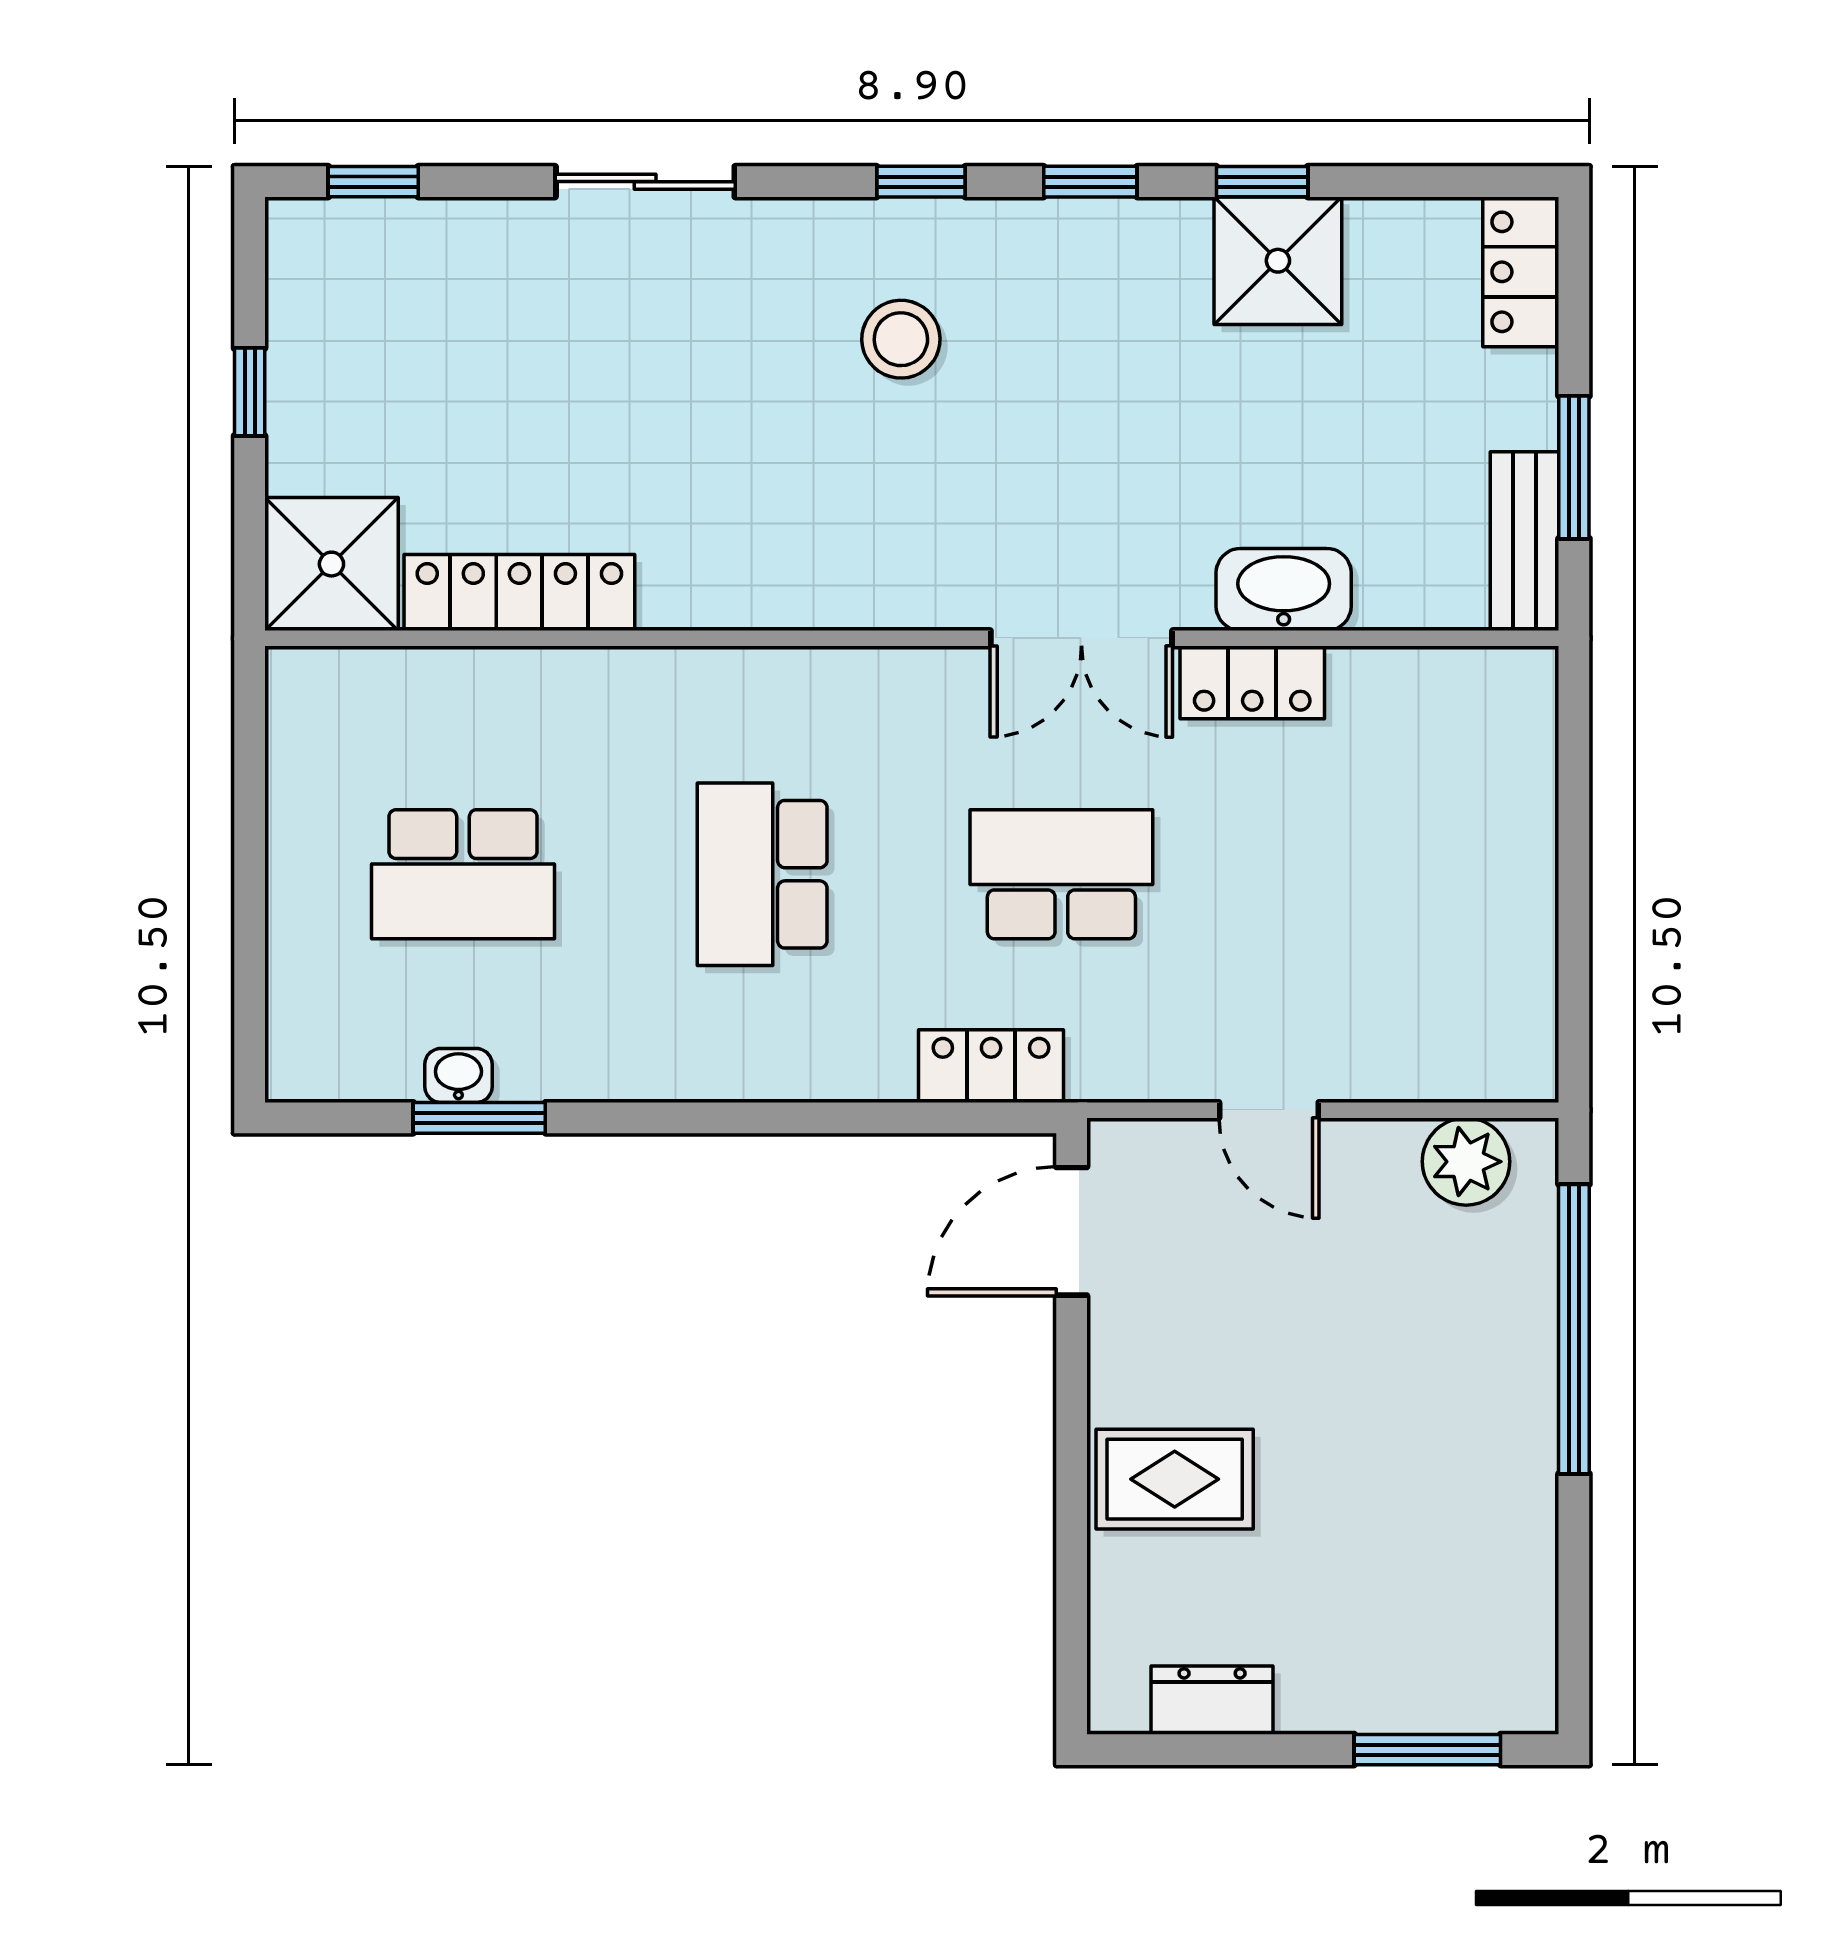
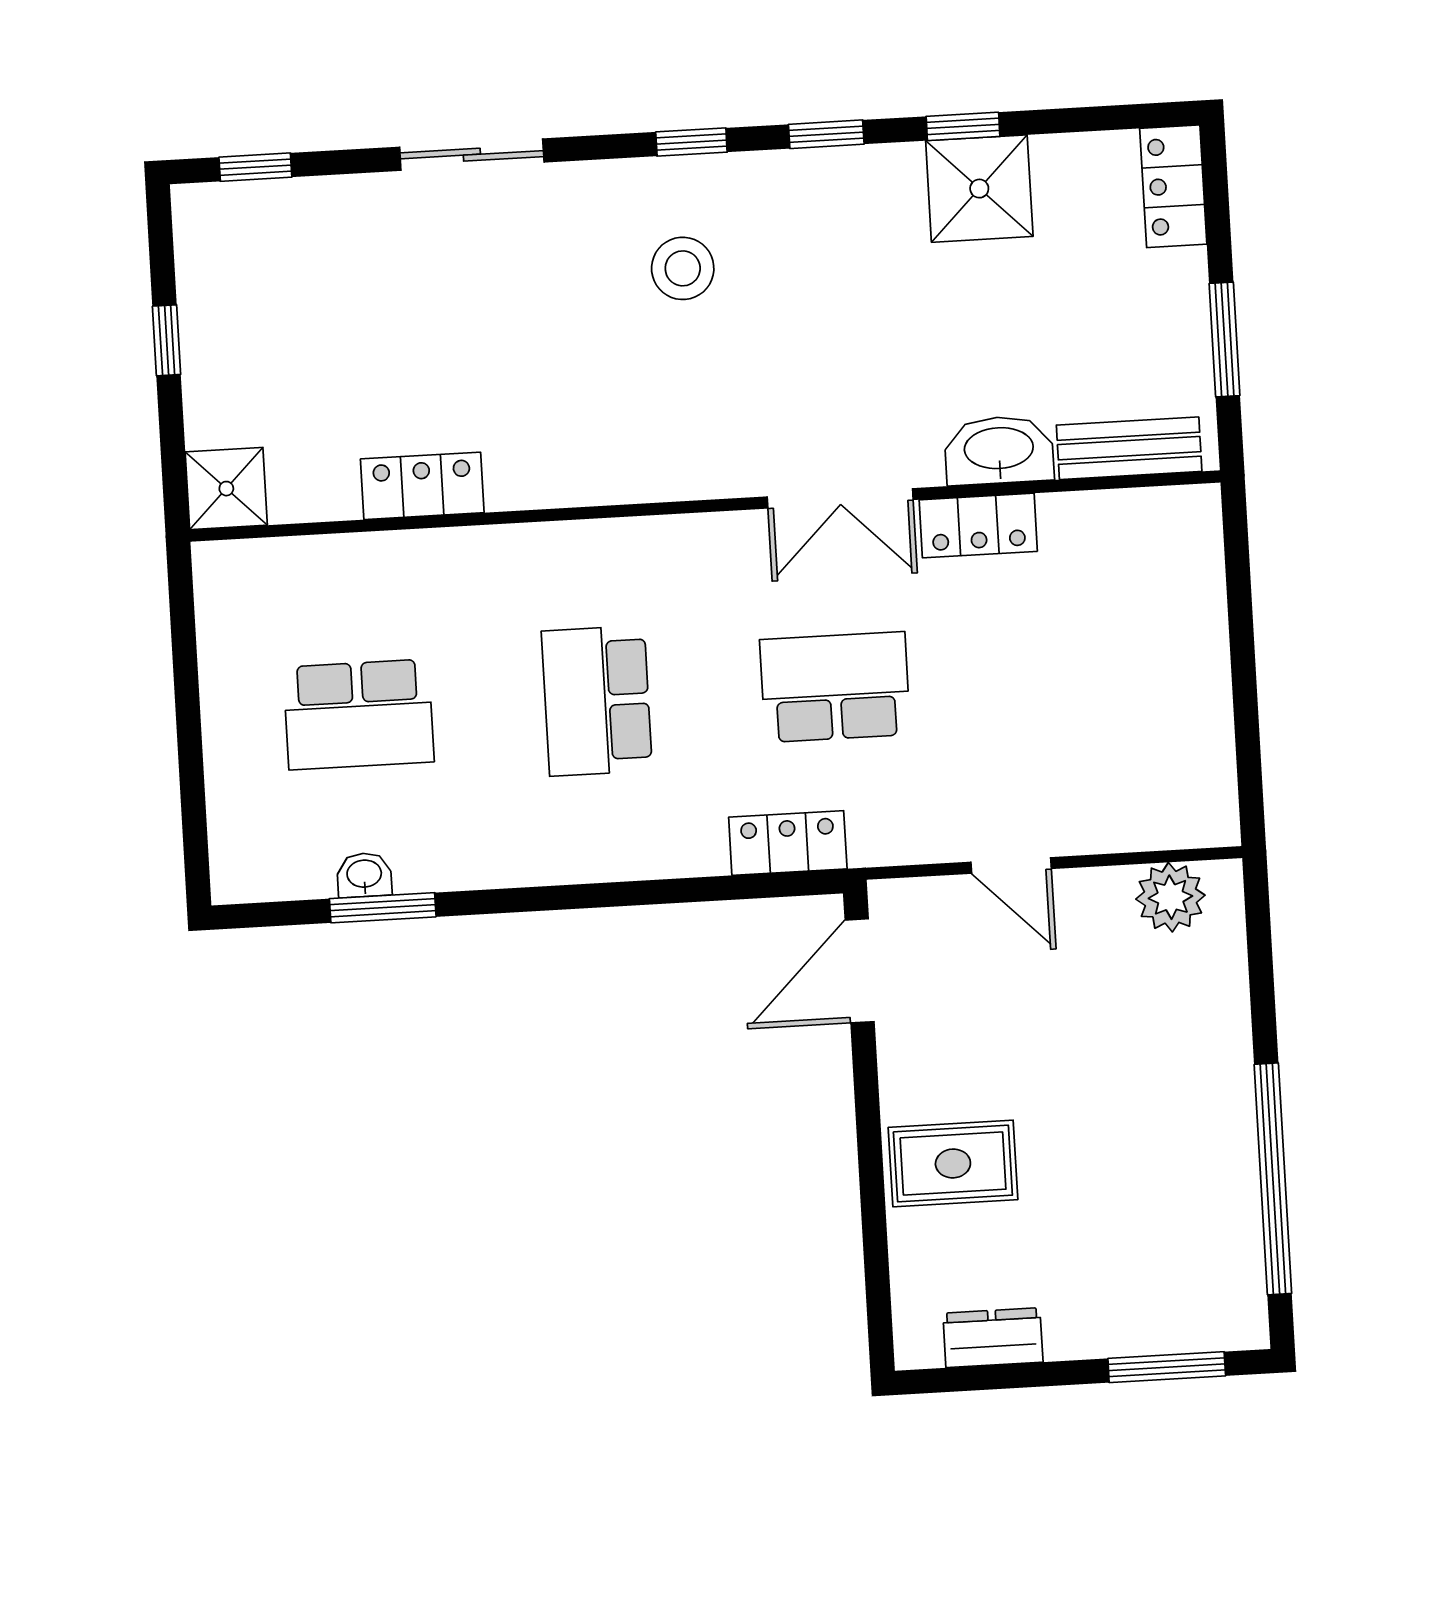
bench: (1525, 541) -> (1129, 448), moved, turned 90
shower: (331, 564) -> (226, 489), width x0.73, depth x0.73
locker: (519, 593) -> (422, 486), width x0.66
window: (1574, 1329) -> (1273, 1179), moved

